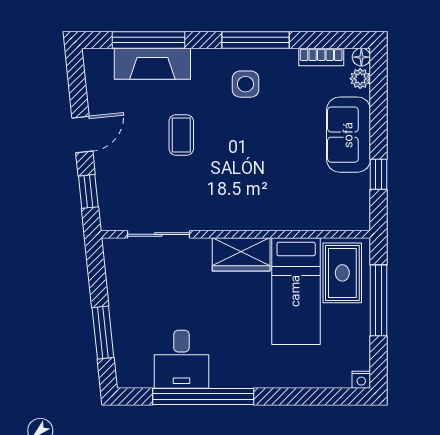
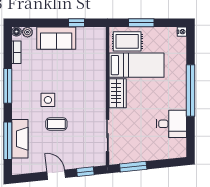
side table: (246, 84) -> (48, 100), moved
window: (379, 300) -> (141, 23), width x0.69
window: (103, 332) -> (133, 167), moved
window: (203, 396) -> (190, 91), moved

